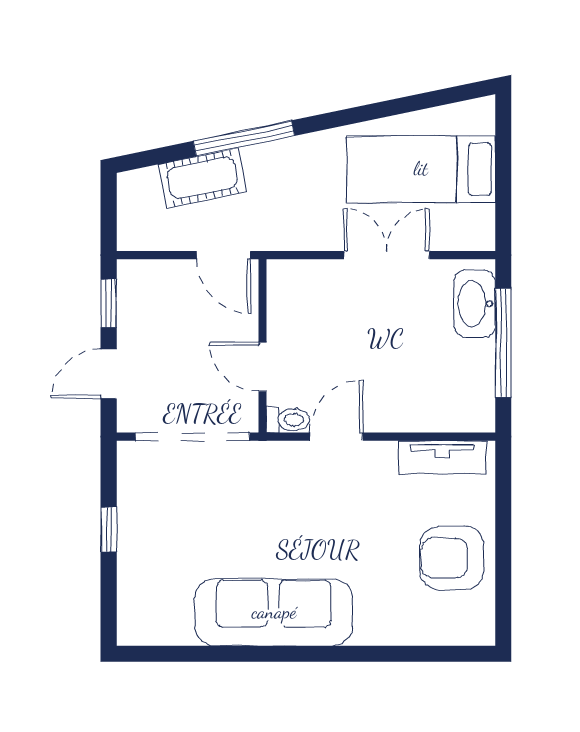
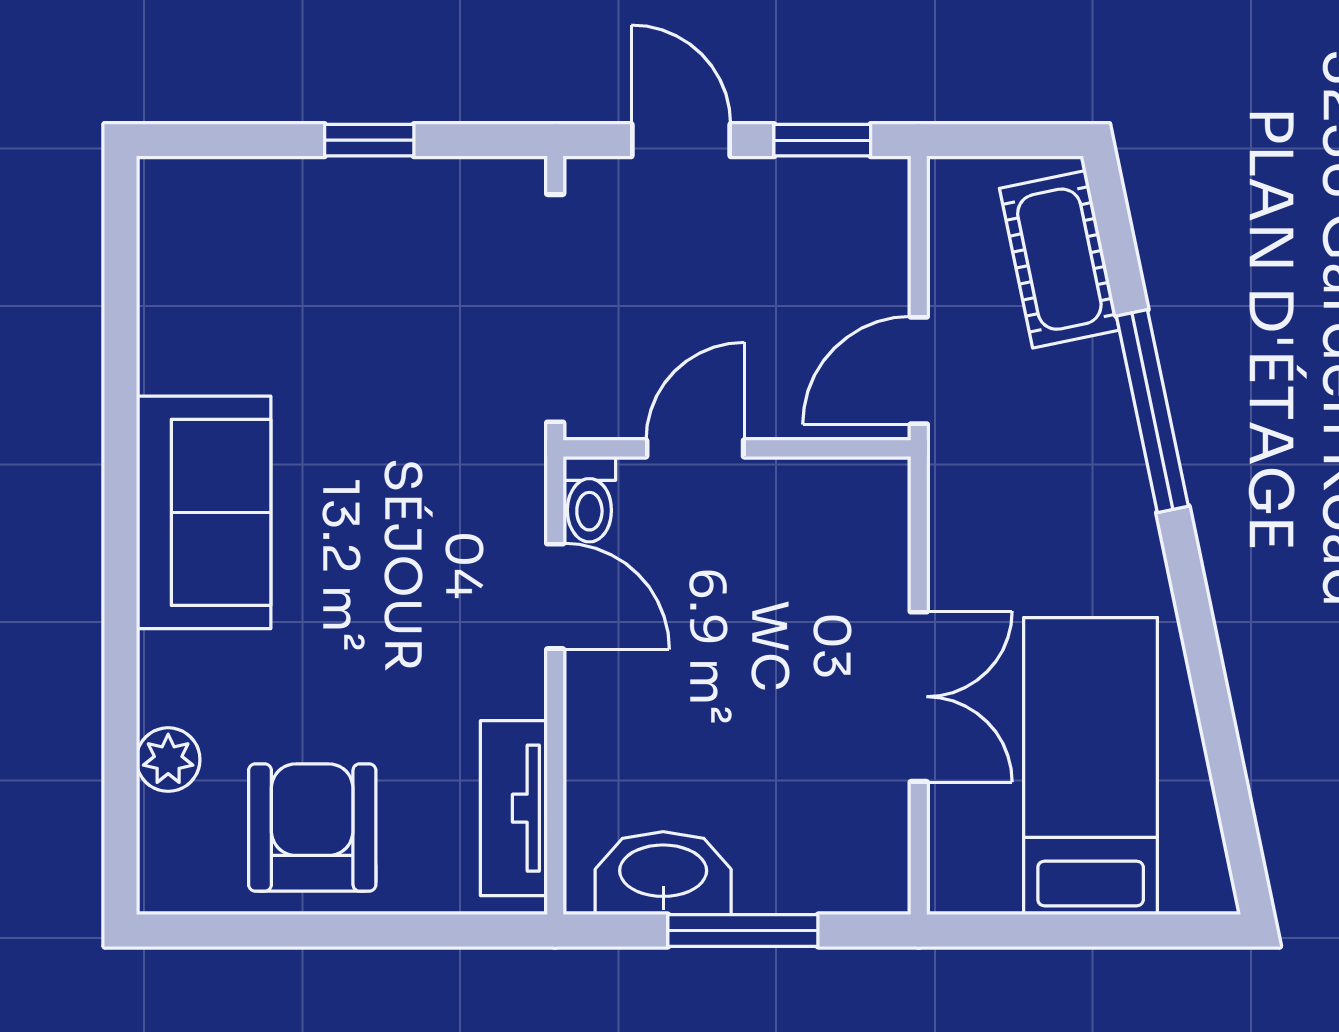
cot: (202, 178) -> (1059, 259), moved
washbasin: (475, 304) -> (663, 873), moved
window: (503, 343) -> (743, 931), width x0.69
sofa: (274, 612) -> (204, 512), width x0.73
plant: (418, 630) -> (168, 760), added

